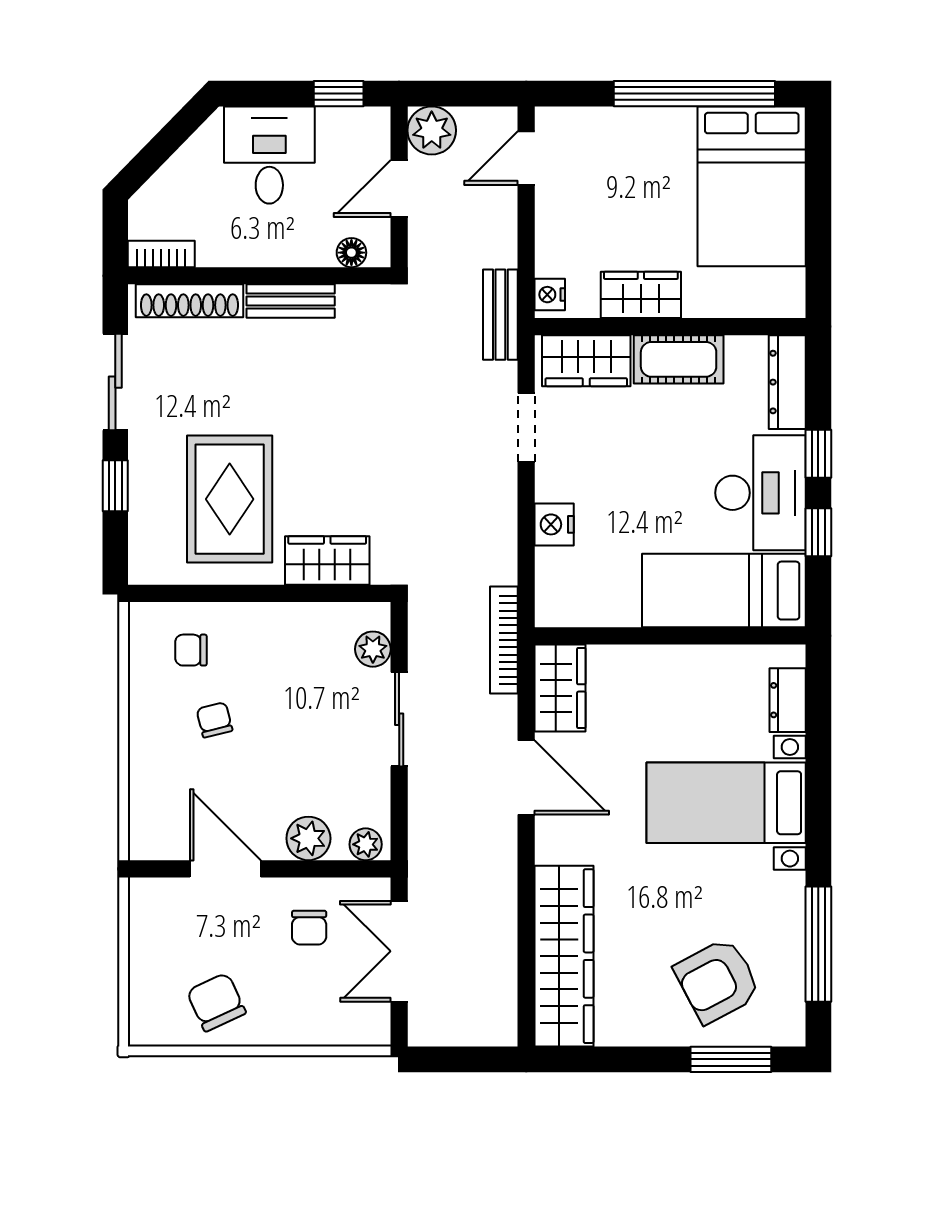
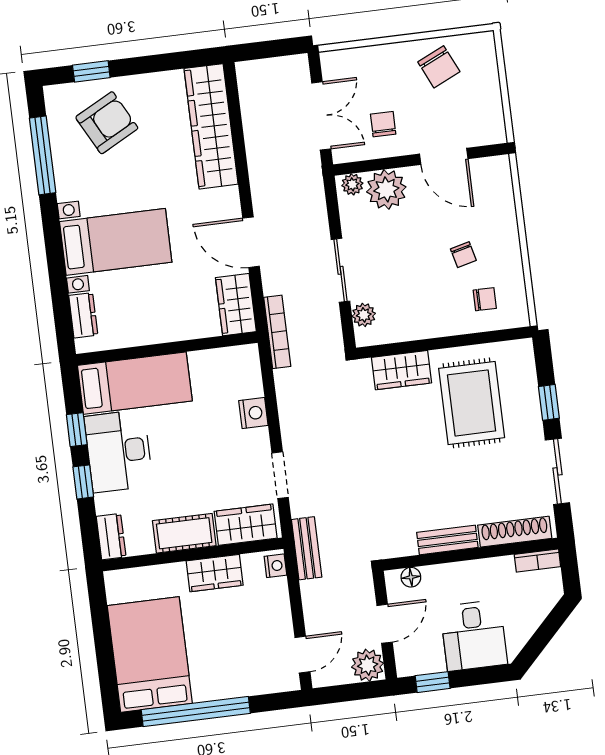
dresser: (787, 382) -> (111, 537), width x0.70
plant: (308, 838) -> (386, 189), width x1.36, depth x1.36
window: (731, 1059) -> (91, 71), width x0.67

